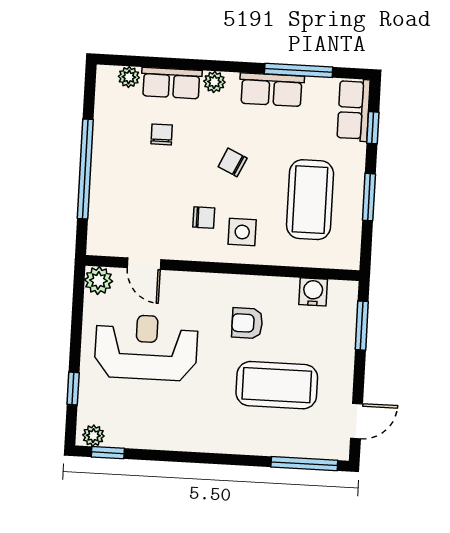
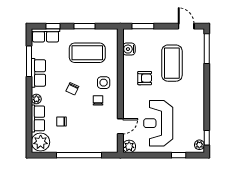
plant: (129, 77) -> (41, 142), width x1.88, depth x1.88
armchair: (247, 323) -> (145, 78), turned -90

